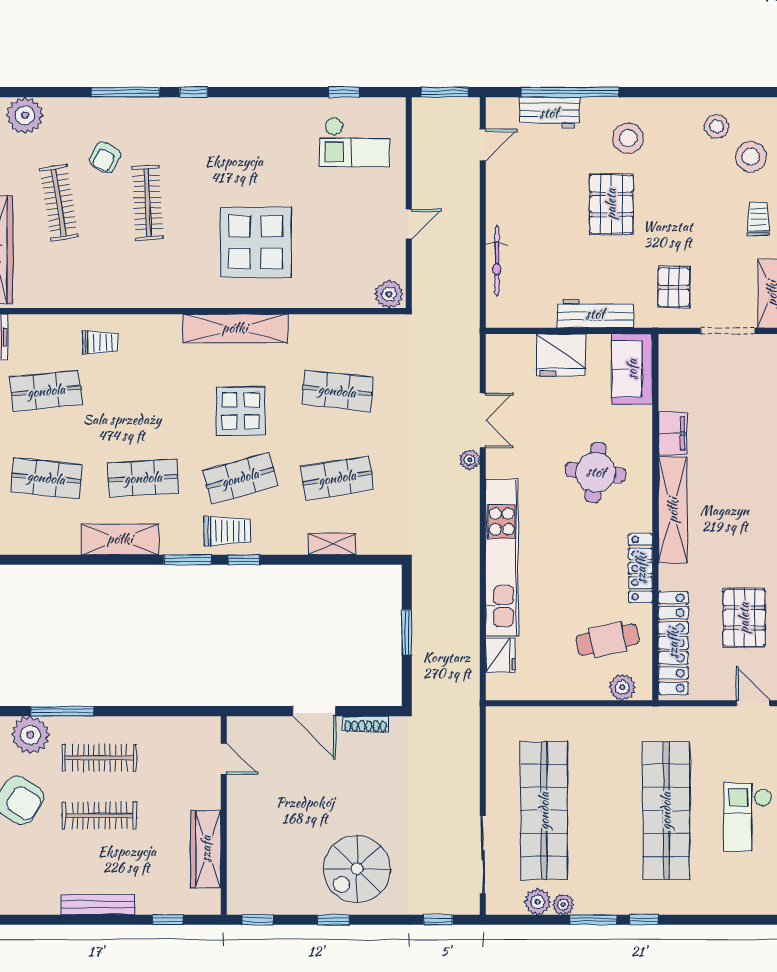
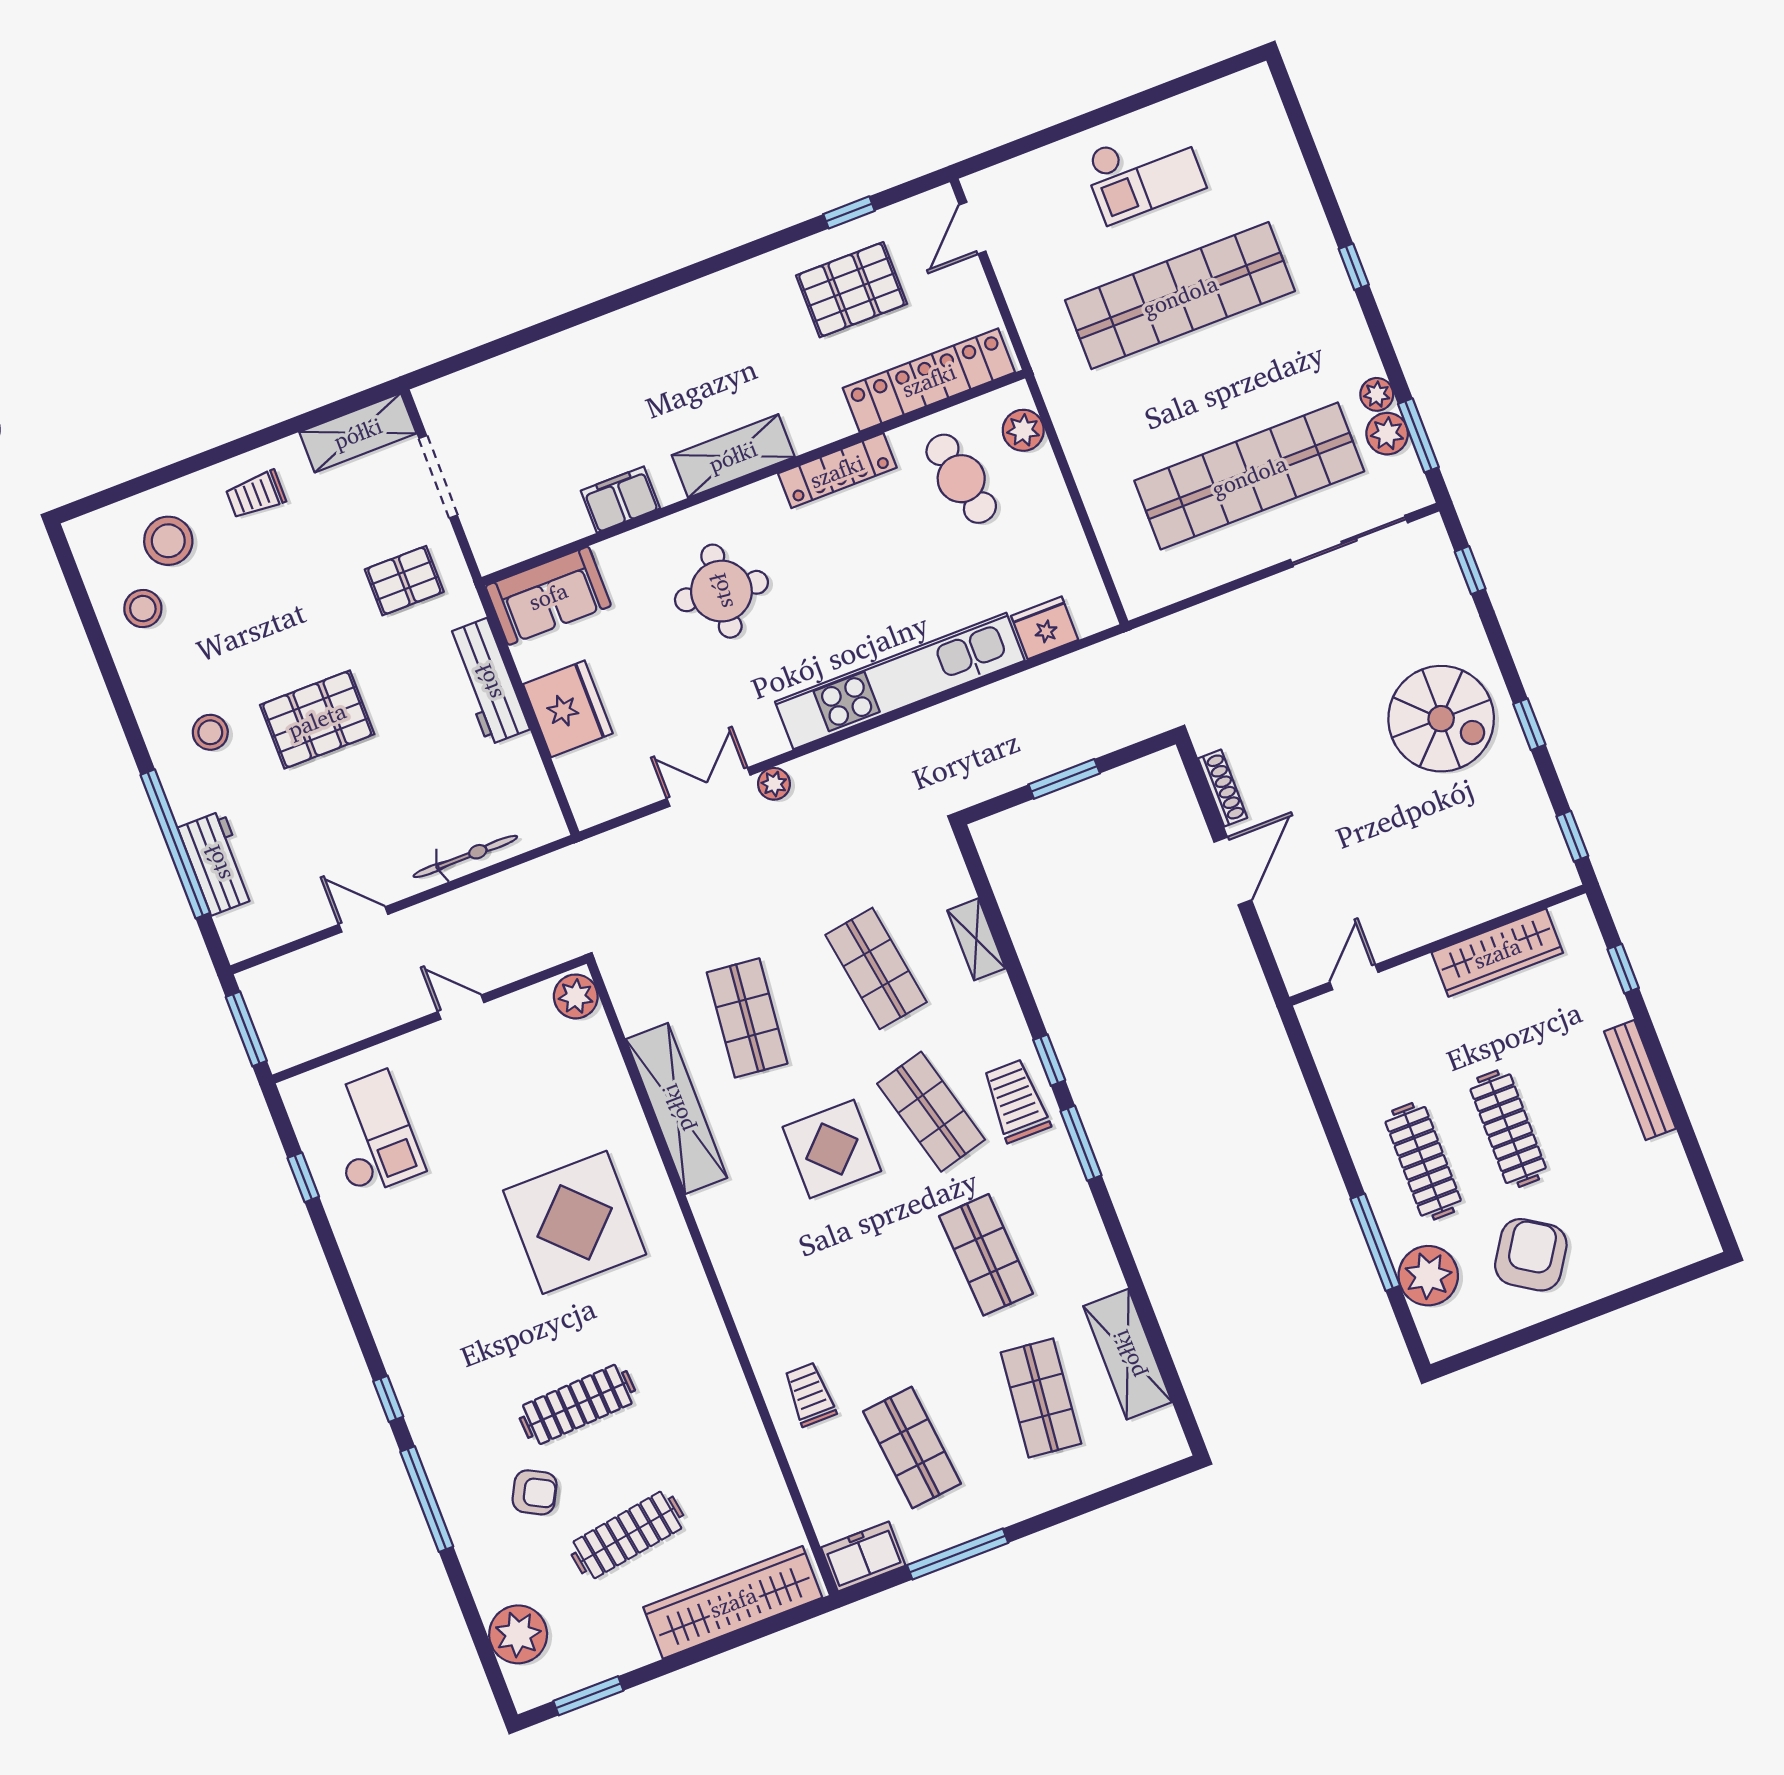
stool: (628, 138) -> (210, 732), width x0.73, depth x0.73
door: (483, 145) -> (363, 919), moved
shelving: (235, 328) -> (677, 1108), moved
shelving: (673, 510) -> (733, 456), width x0.68
shelving: (120, 539) -> (1128, 1354), moved
window: (593, 920) -> (1418, 435), moved

